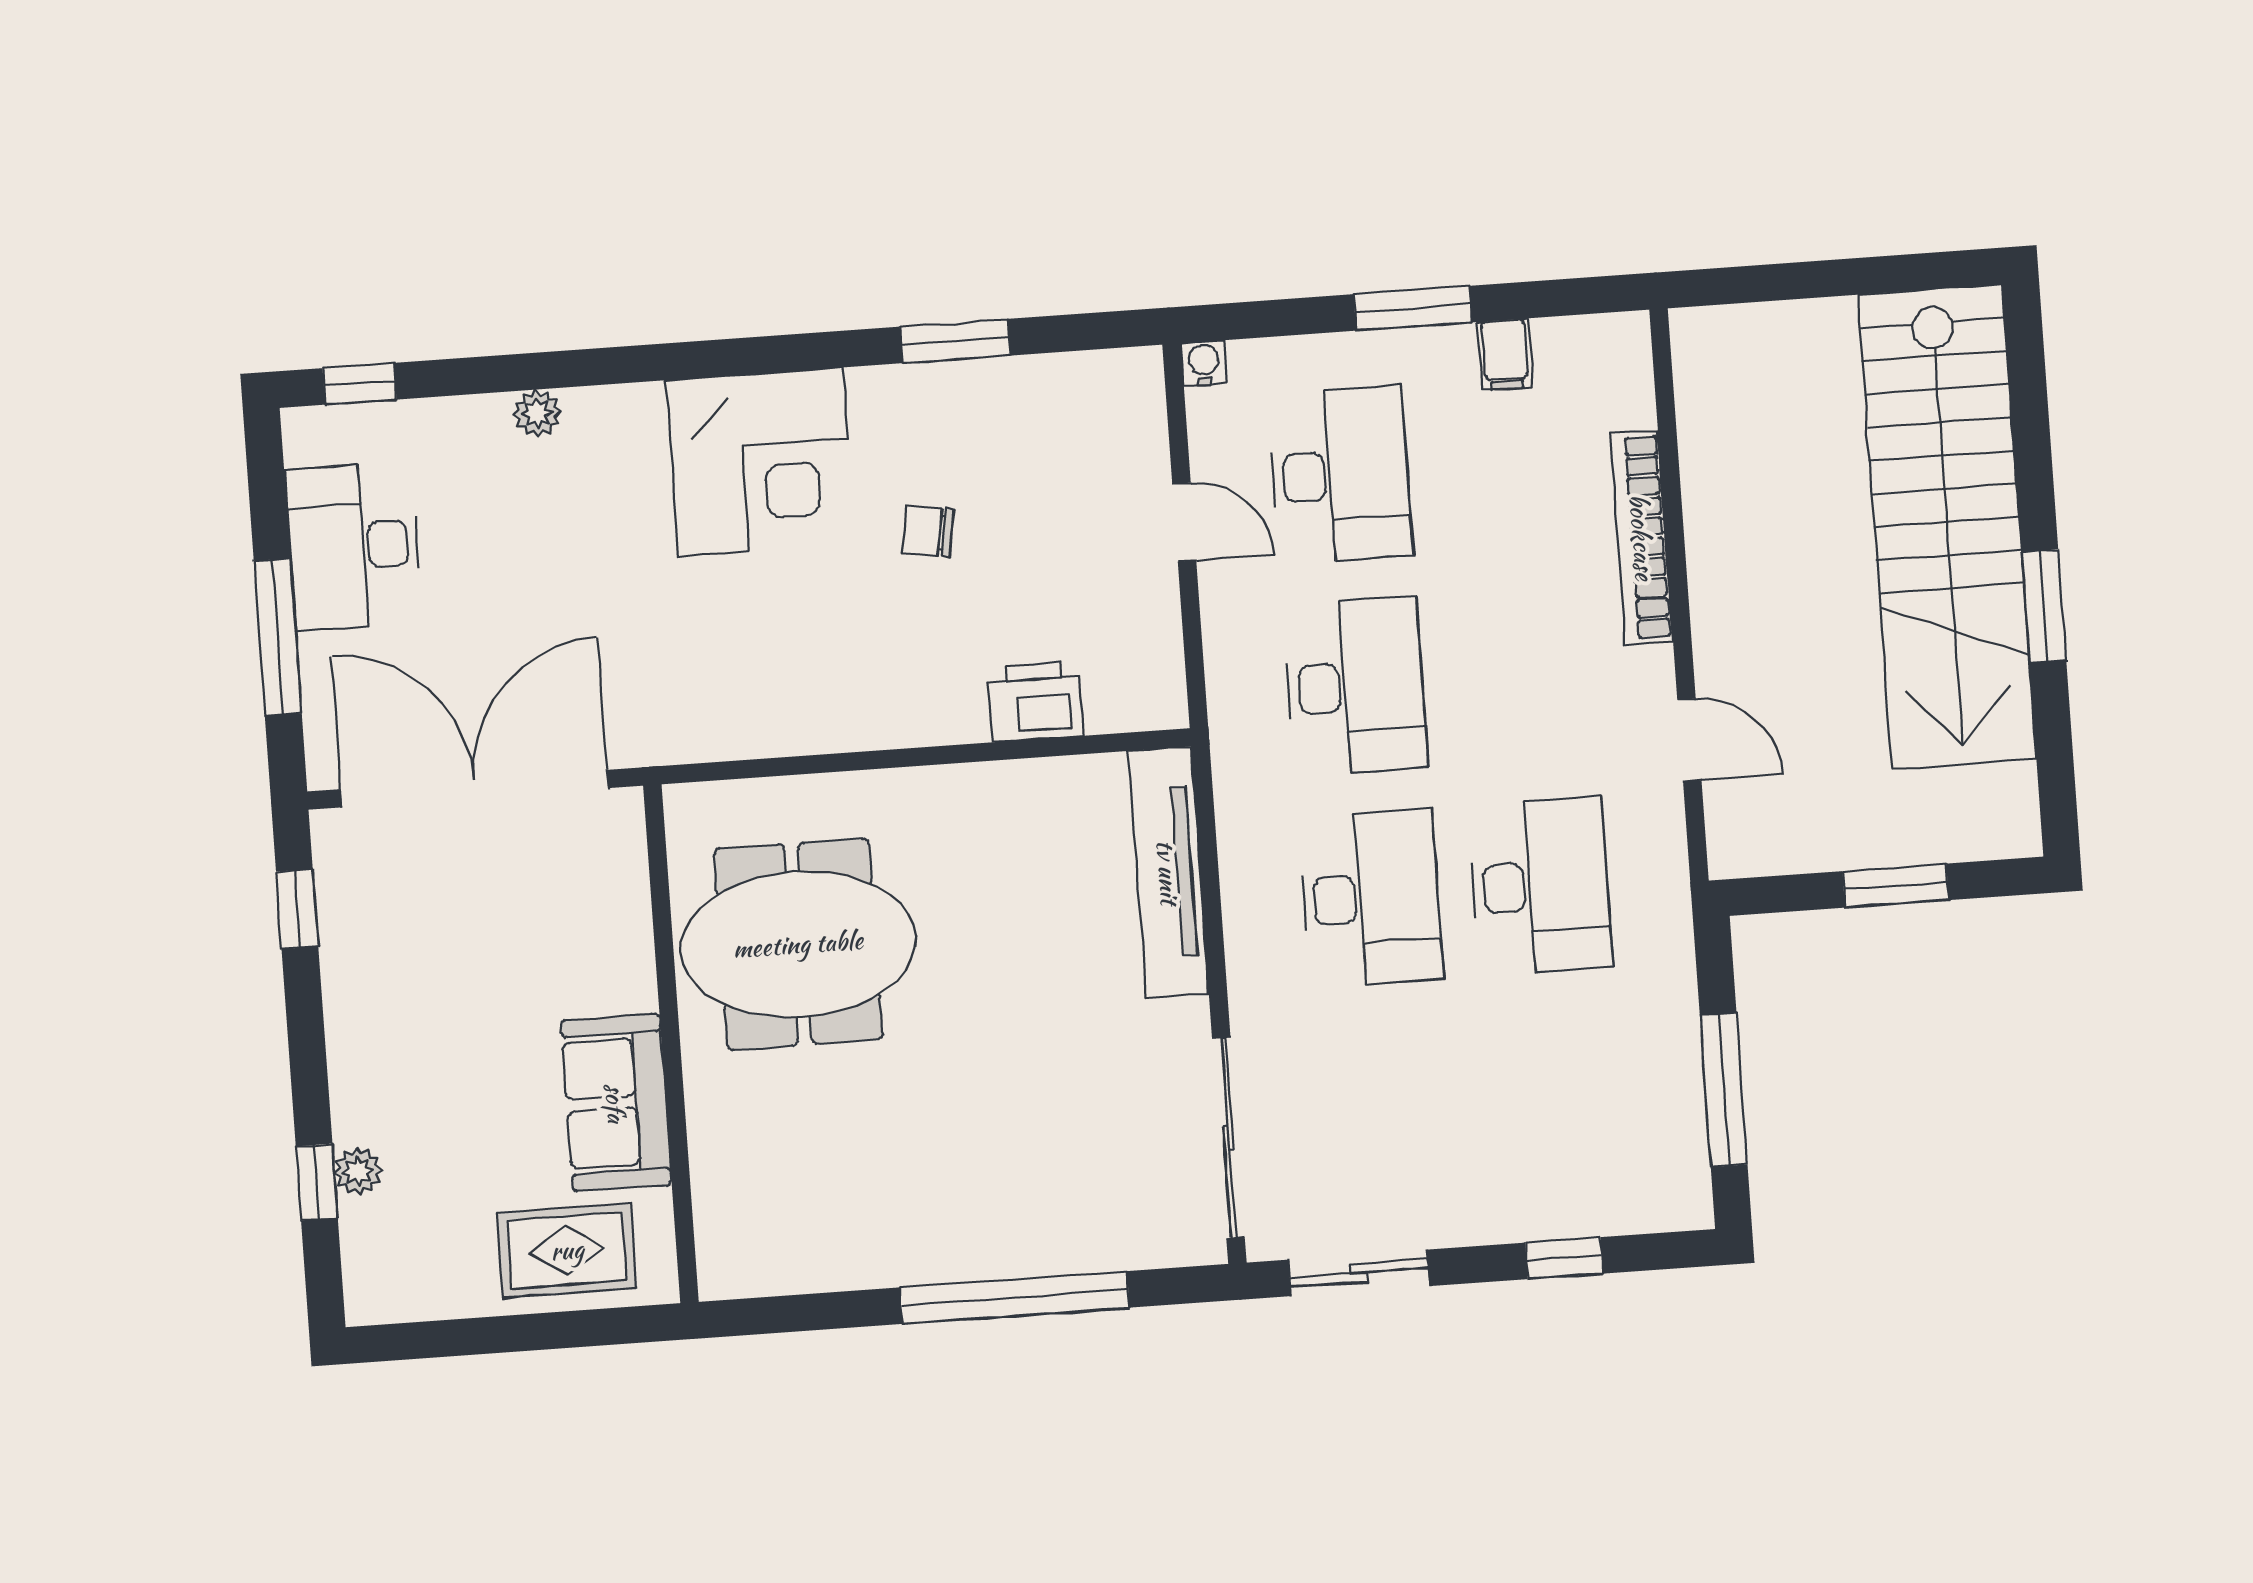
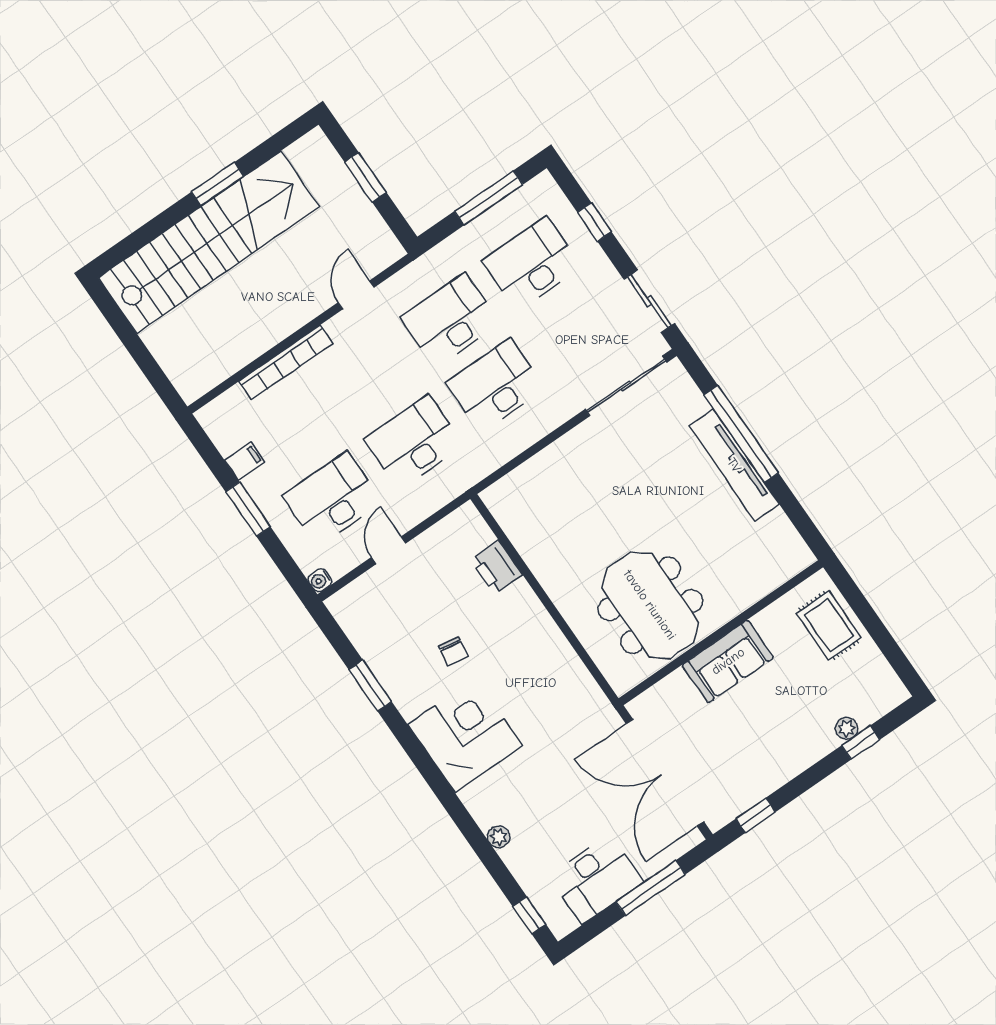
tv unit: (1168, 872) -> (734, 465), moved, turned 90
desk: (1556, 1097) -> (532, 264), added
sofa: (616, 1103) -> (728, 661), moved

